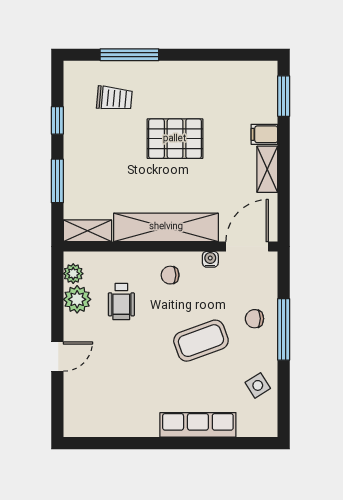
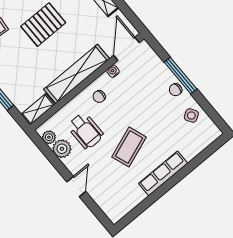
wheelchair: (121, 301) -> (86, 131), width x1.36, depth x1.37
chair: (254, 319) -> (176, 90), moved
coffee table: (201, 341) -> (129, 147), moved
row of seats: (198, 425) -> (163, 173), moved

